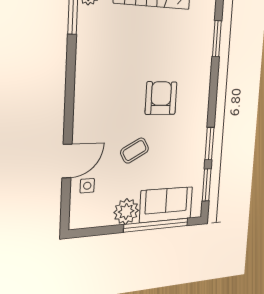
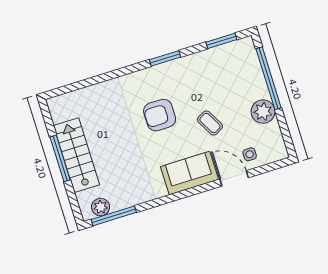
window: (217, 39) -> (92, 81), removed
window: (210, 144) -> (165, 58), moved
sofa: (166, 205) -> (189, 173), moved, turned 90

